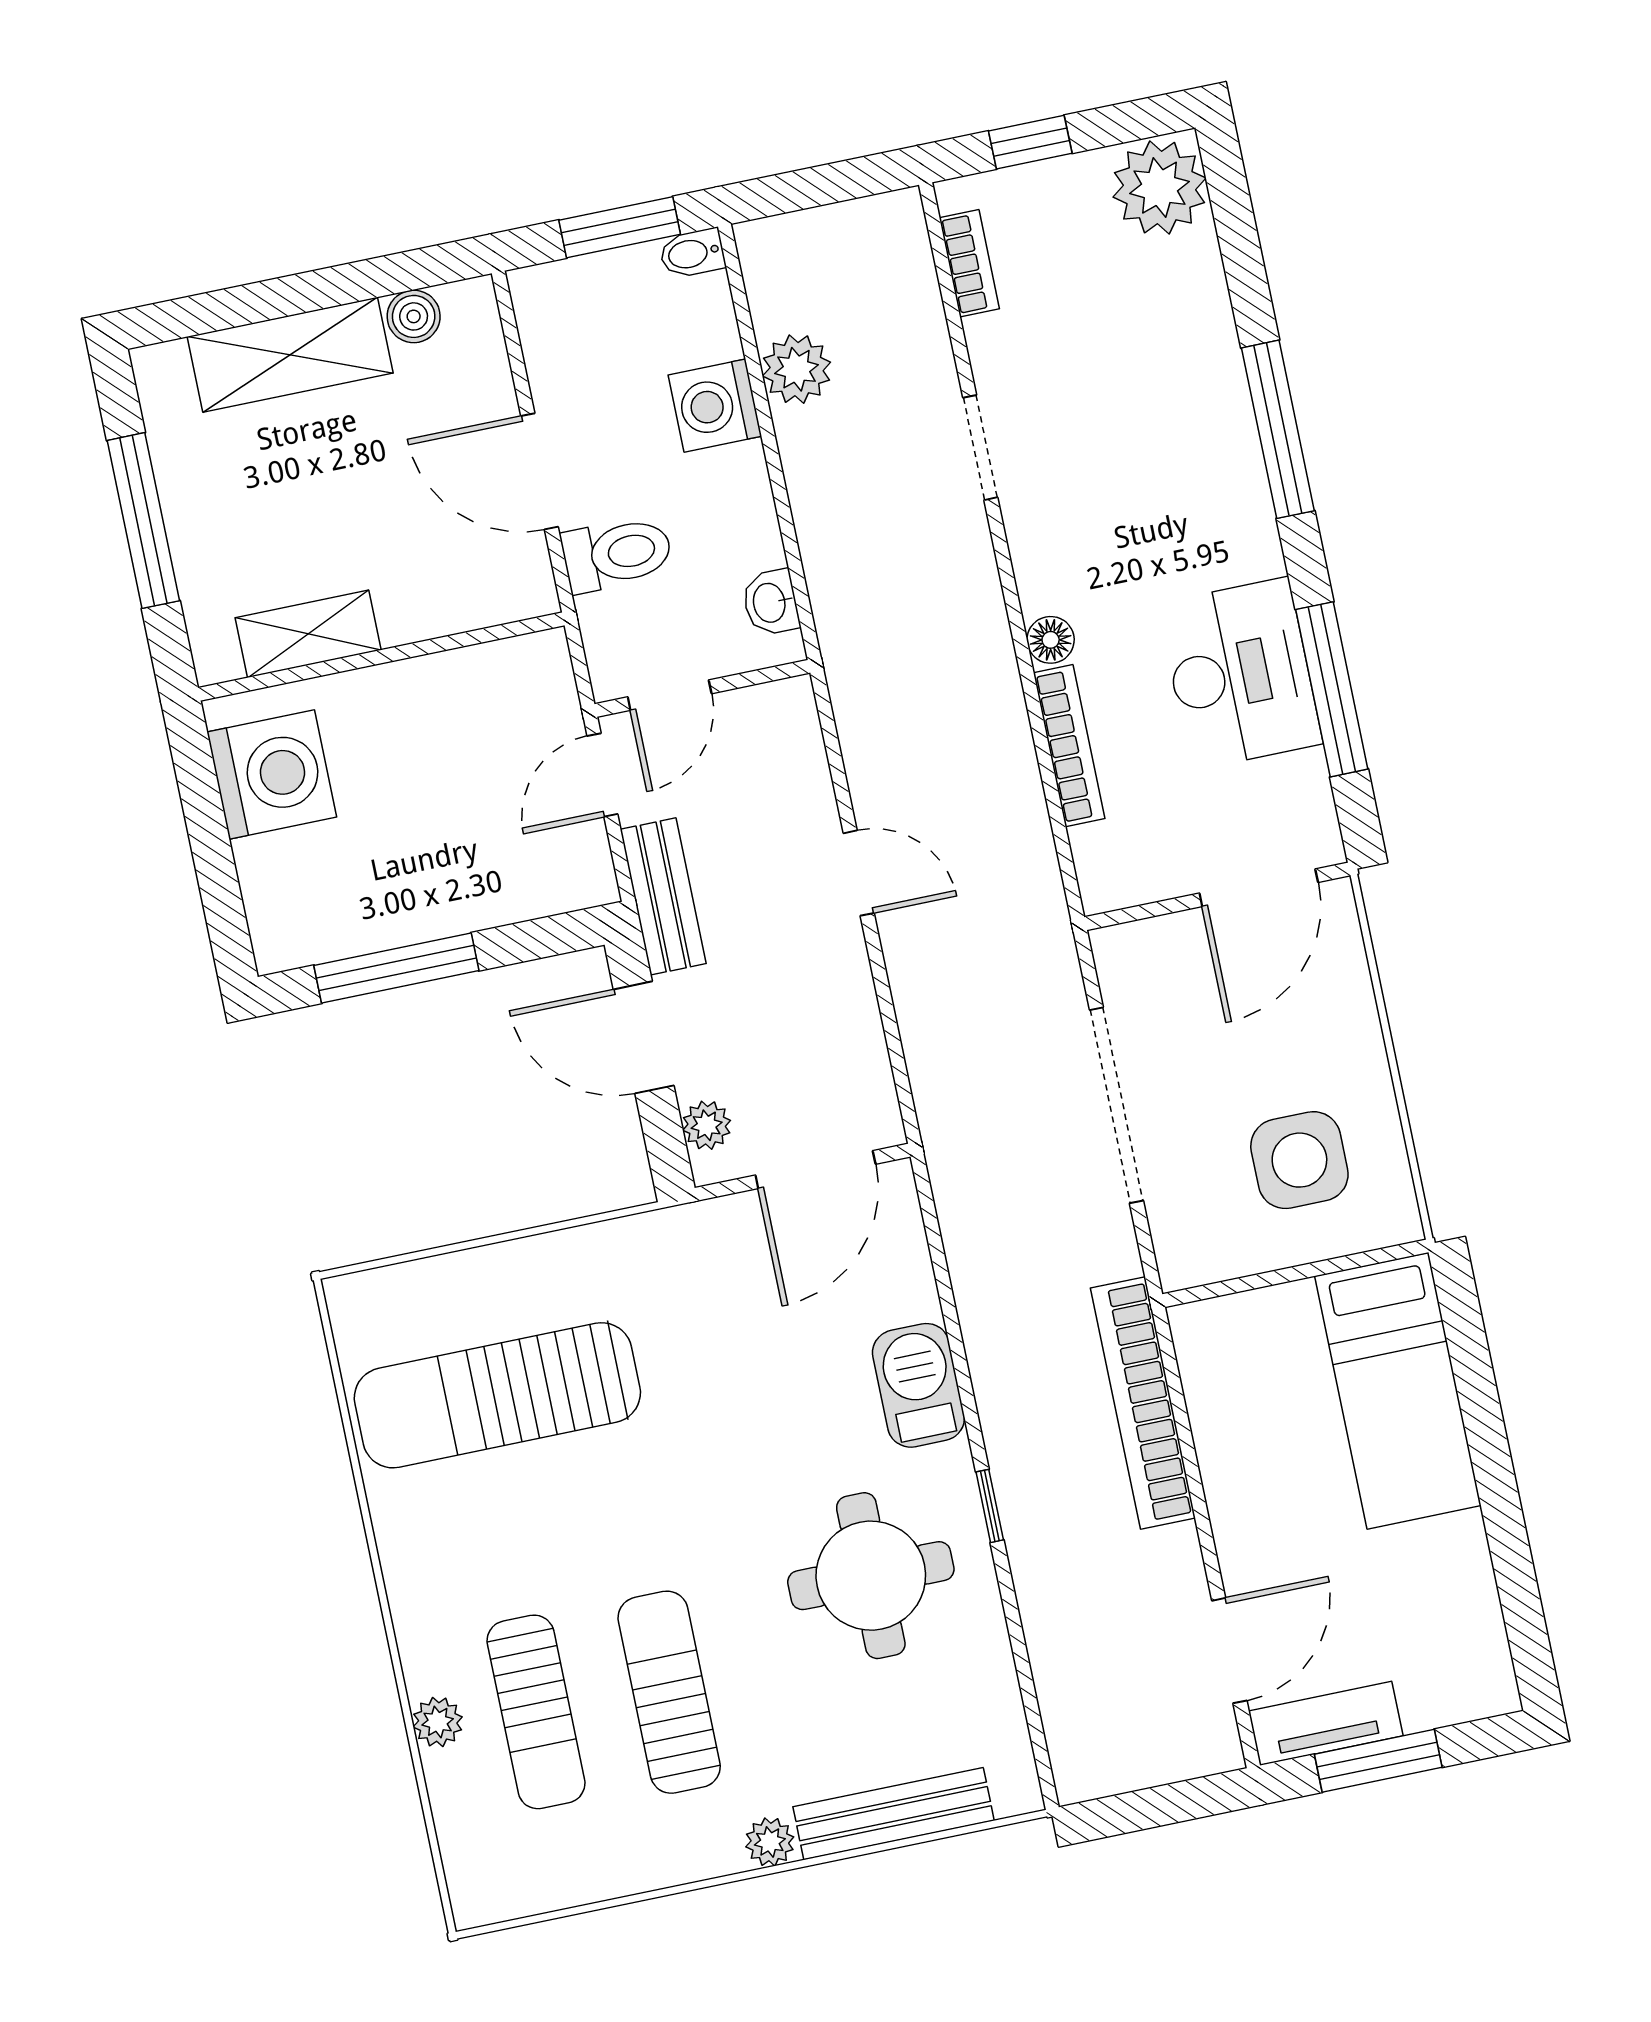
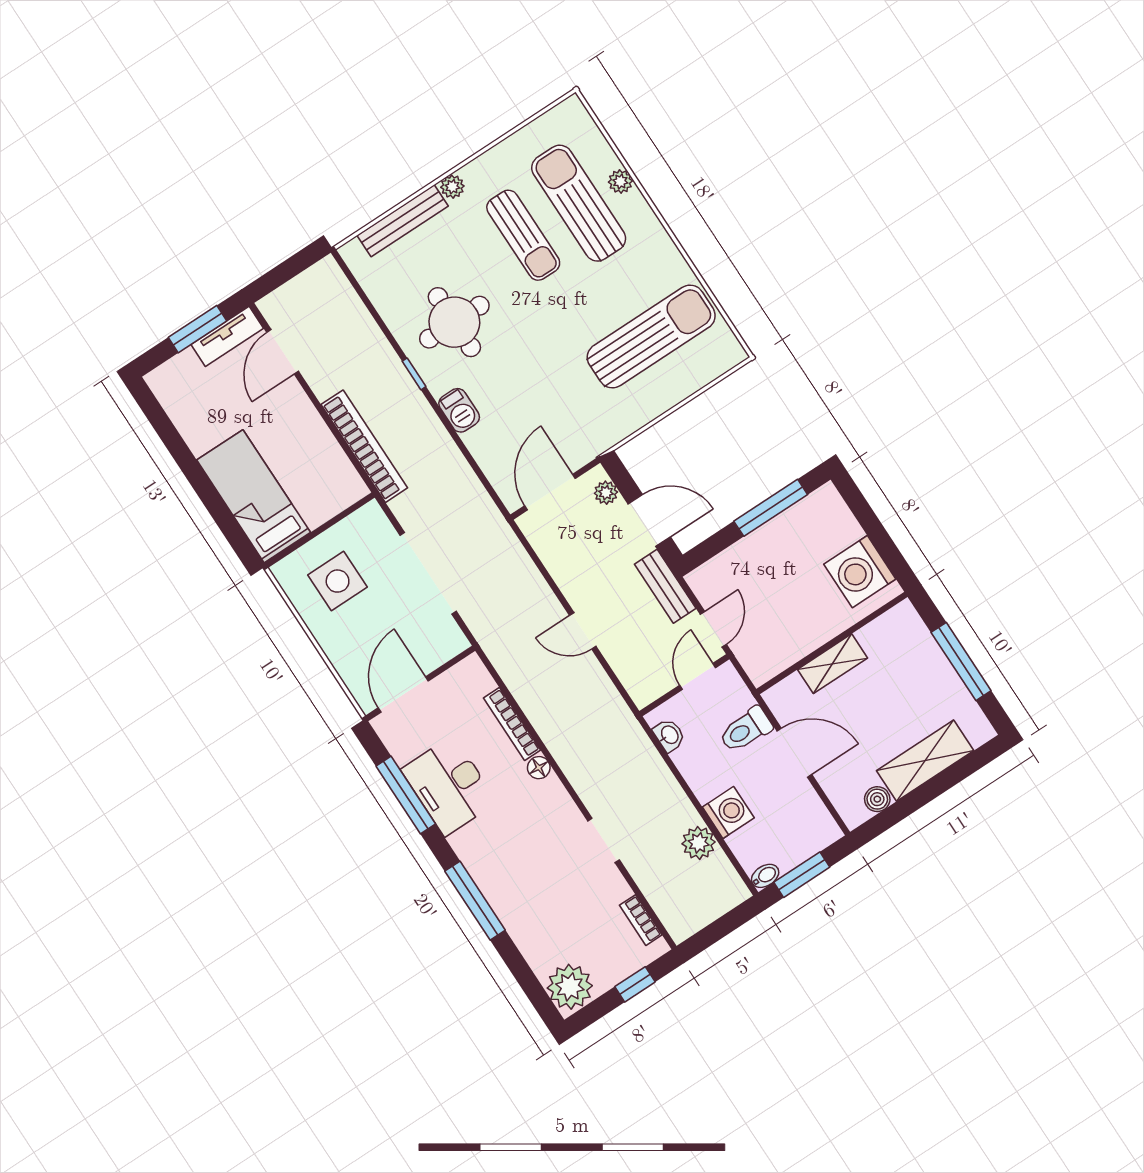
shelving: (308, 634) -> (833, 664), moved
barbecue: (918, 1385) -> (459, 410), width x0.73, depth x0.79
sun lounger: (536, 1712) -> (579, 203), width x1.36, depth x1.34

